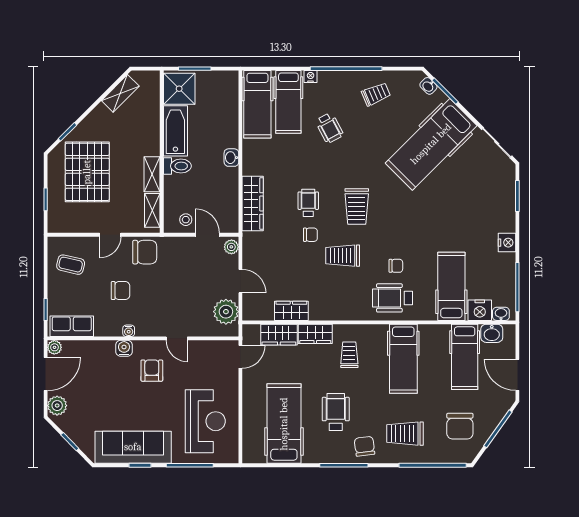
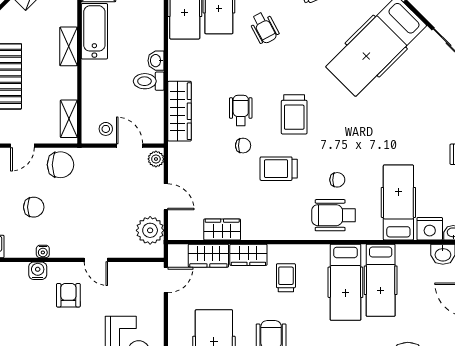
toilet: (177, 166) -> (149, 81), moved, turned 180
shelving: (152, 174) -> (69, 46), moved
hospital bed: (465, 357) -> (381, 280), moved

